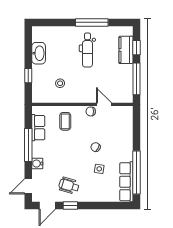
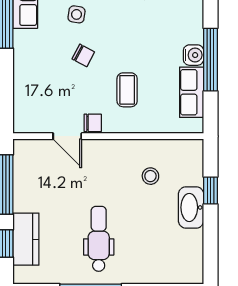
washbasin: (39, 53) -> (191, 207), moved
coffee table: (65, 121) -> (127, 90), moved
water cooler: (37, 164) -> (193, 55), moved

